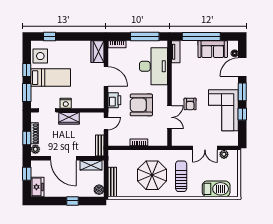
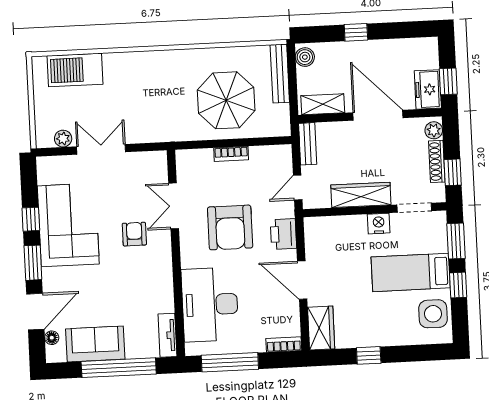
window: (49, 36) -> (369, 355), moved
armchair: (141, 105) -> (230, 227), turned 90
wardrobe: (69, 118) -> (361, 195), width x1.50
window: (27, 138) -> (453, 172), moved
parasol: (152, 175) -> (226, 100), moved
sun lounger: (181, 176) -> (145, 91), removed
freezer: (37, 187) -> (428, 89), moved

